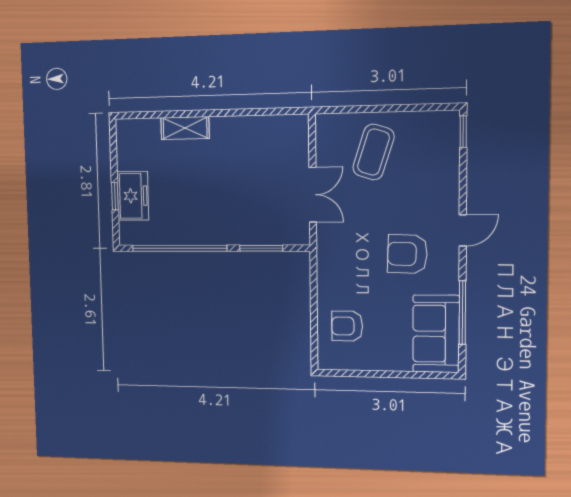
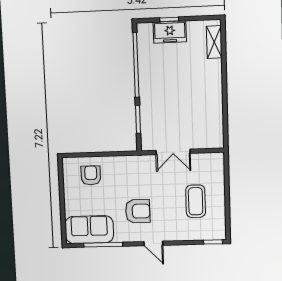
shelving: (185, 128) -> (214, 42), moved
coffee table: (373, 152) -> (196, 201), moved, turned 72
armchair: (407, 254) -> (138, 211), turned 88

